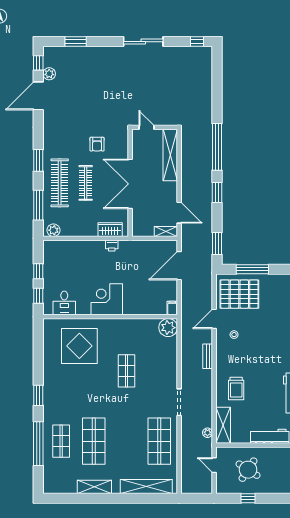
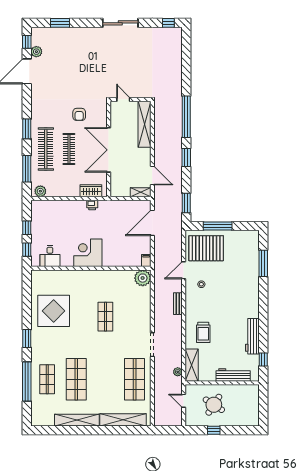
display table: (79, 346) -> (54, 311), moved
shelving: (94, 487) -> (77, 420), width x1.47

